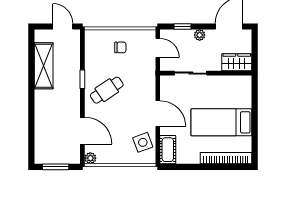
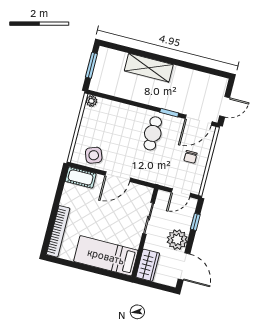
plant: (200, 35) -> (177, 240), width x1.87, depth x1.87
shelving: (44, 66) -> (149, 68), moved
cafe table: (107, 90) -> (153, 133), turned 34
bed: (221, 122) -> (106, 256), moved, turned -90
door: (82, 131) -> (199, 120), moved

